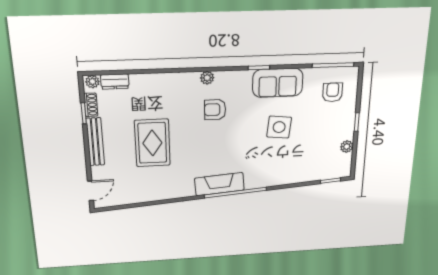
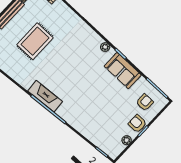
plant: (207, 78) -> (105, 47), moved
armchair: (215, 110) -> (137, 124), moved
side table: (279, 127) -> (103, 95), removed

